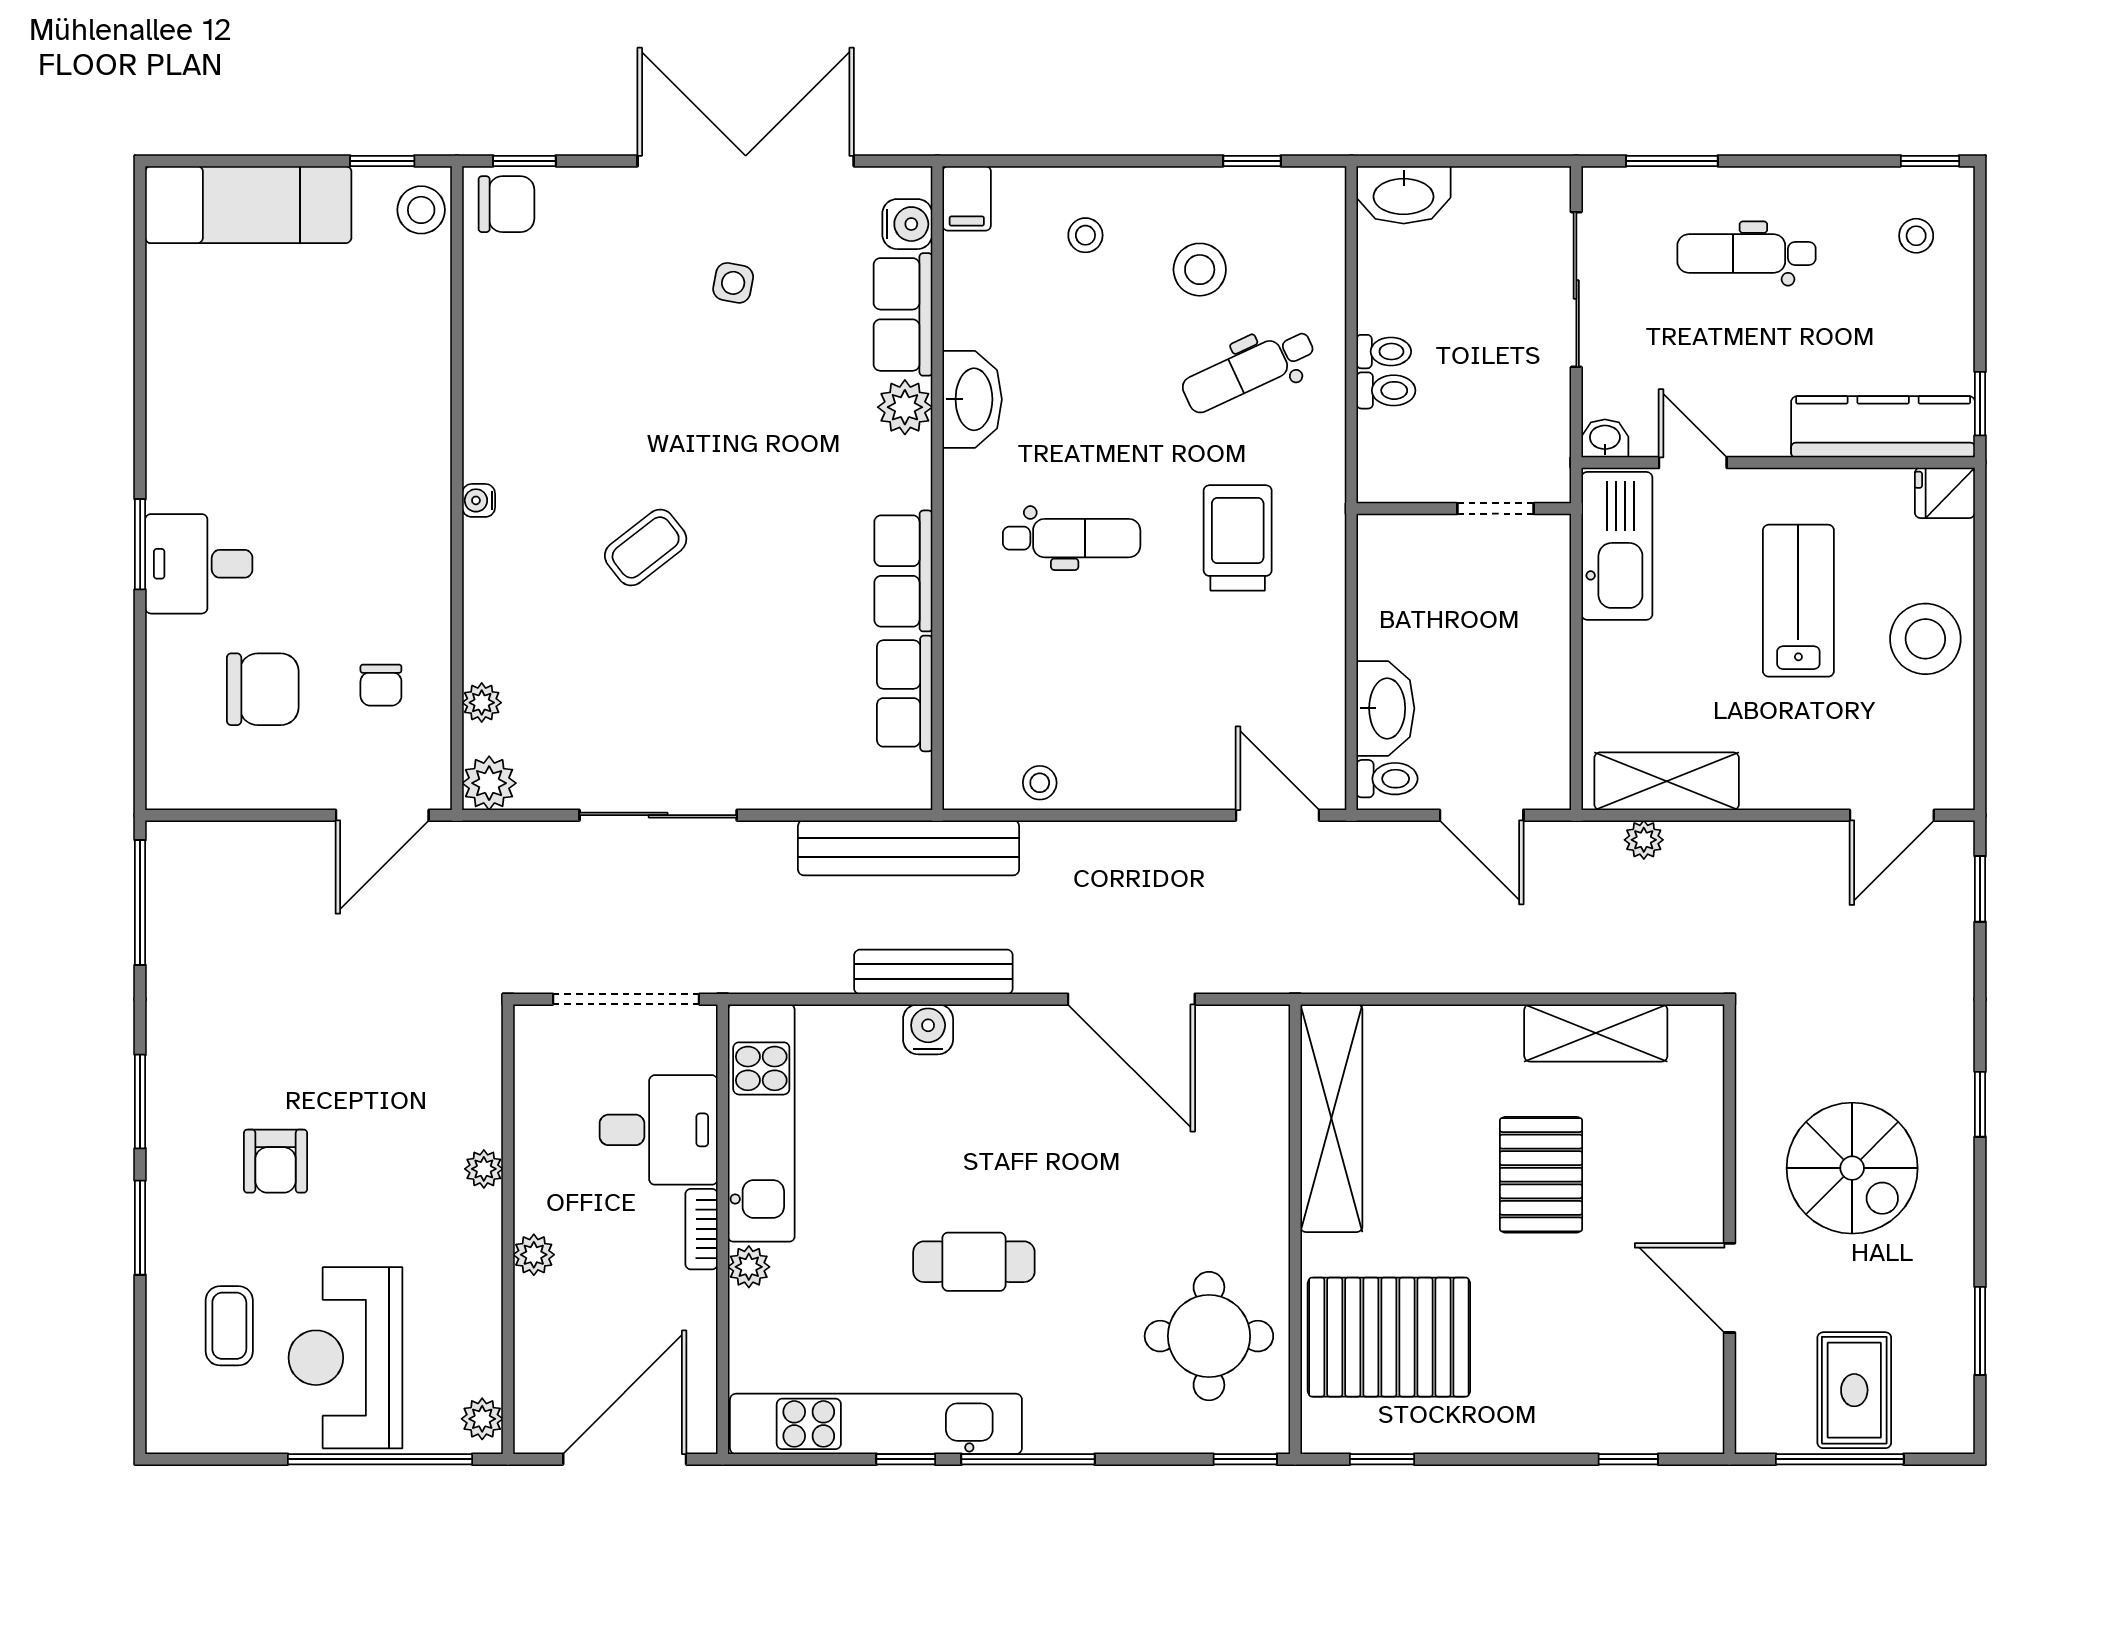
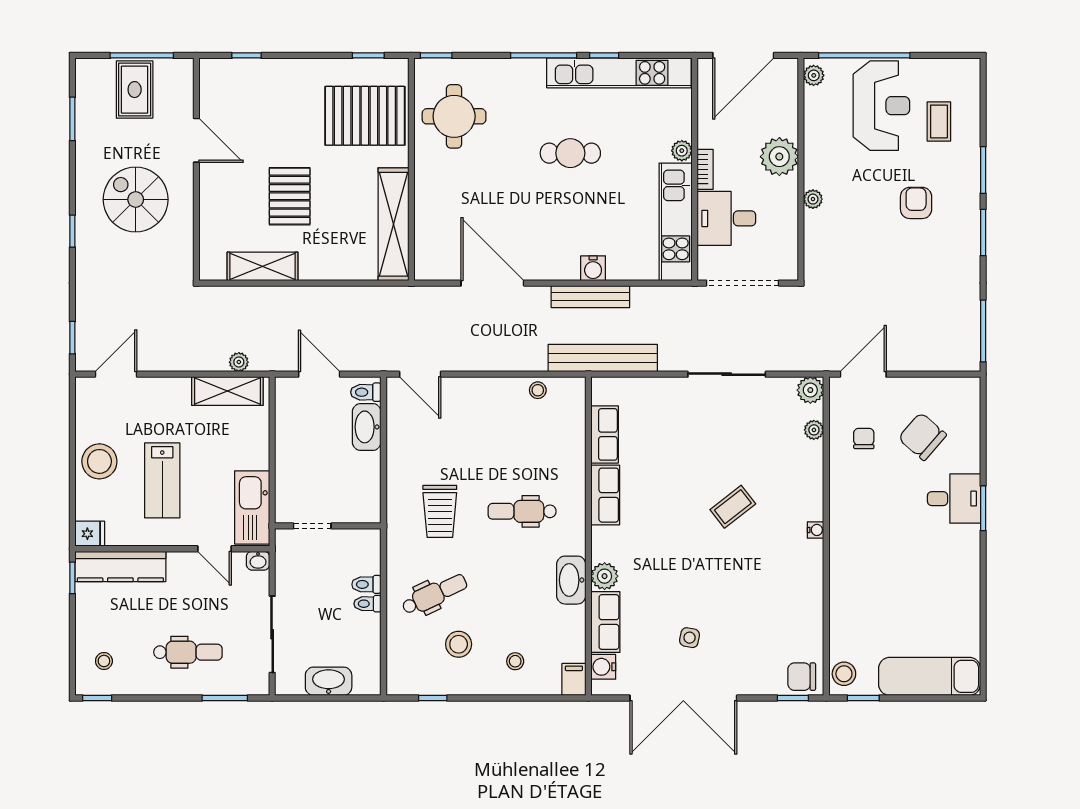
washbasin: (1404, 195) -> (329, 681), moved
chair: (263, 689) -> (922, 437), turned 41
plant: (534, 1255) -> (779, 157), width x1.87, depth x1.87

